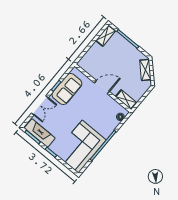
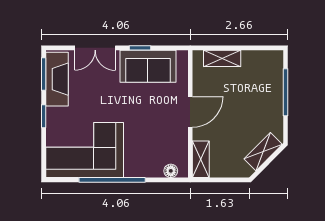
shelving: (106, 36) -> (222, 58), moved
door: (102, 87) -> (190, 112), hinge flipped

